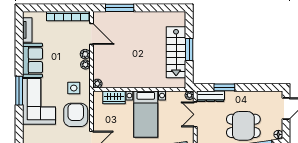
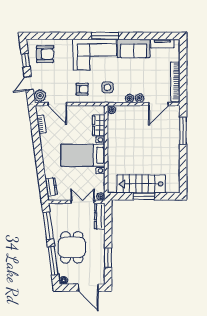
window: (224, 87) -> (108, 258), moved
armchair: (76, 115) -> (82, 89), width x0.53, depth x0.53

